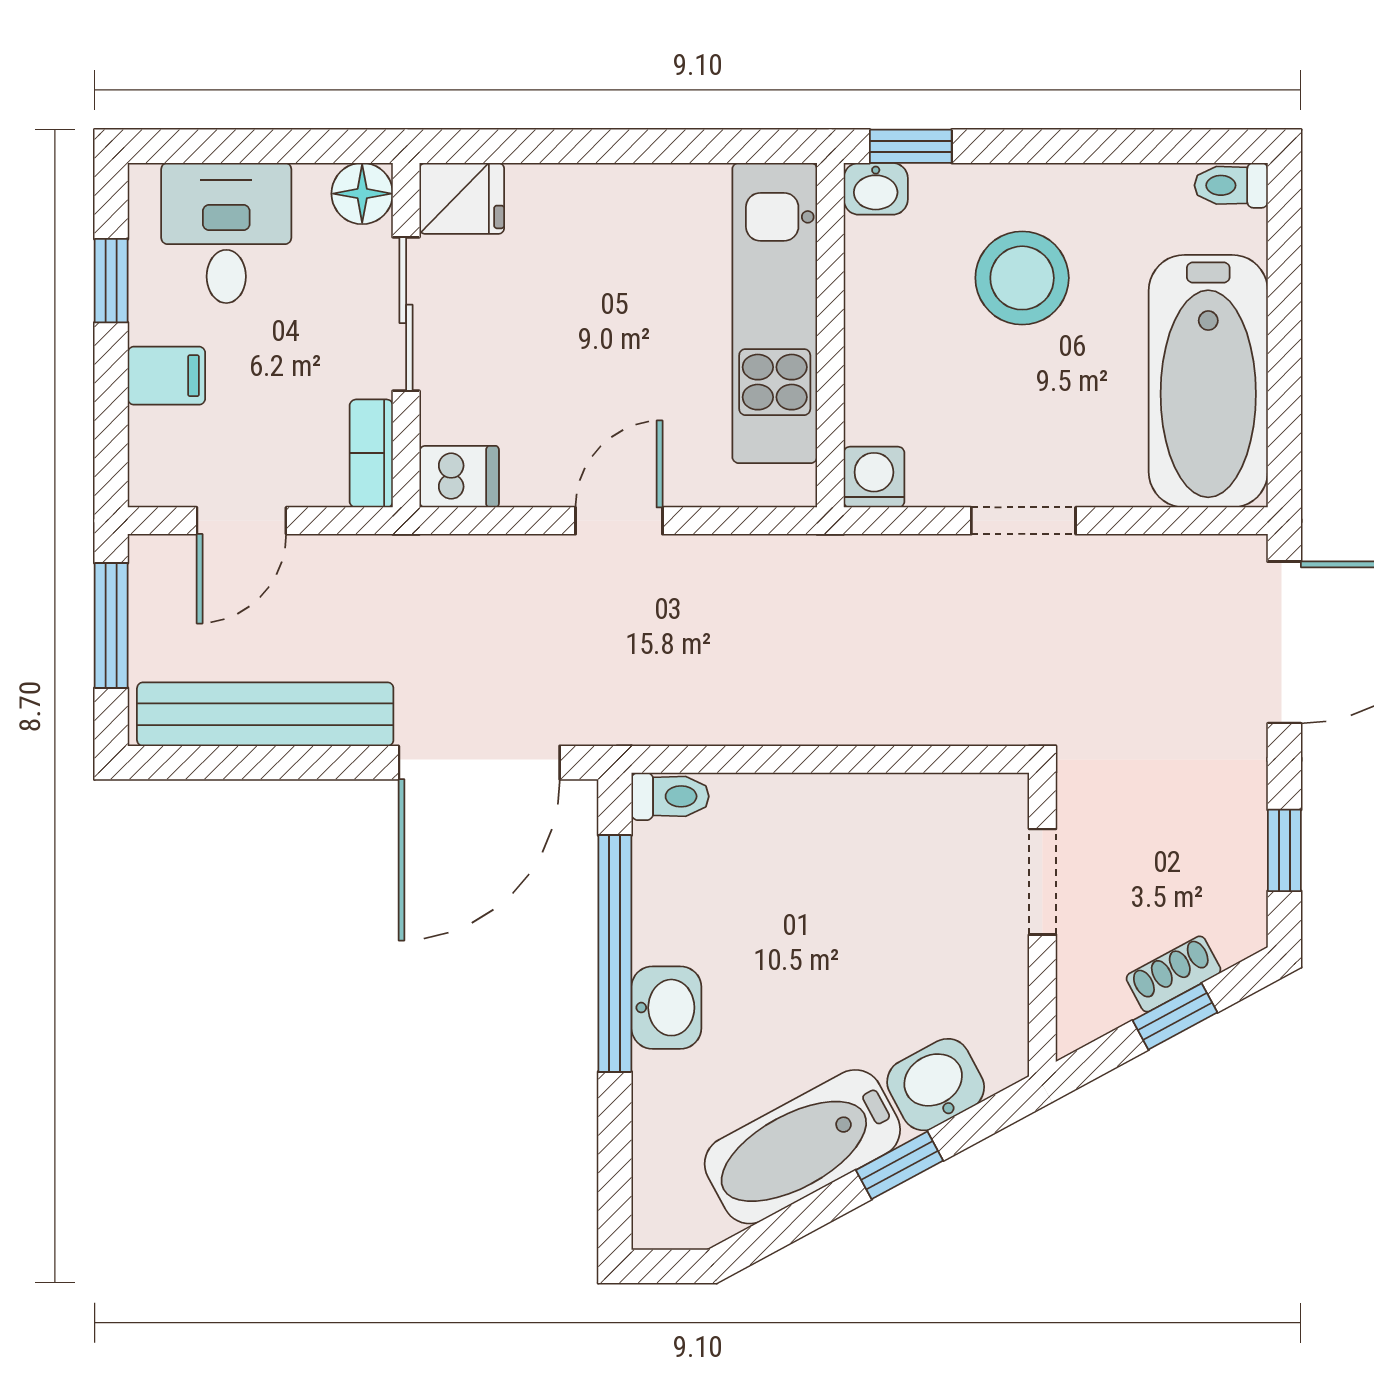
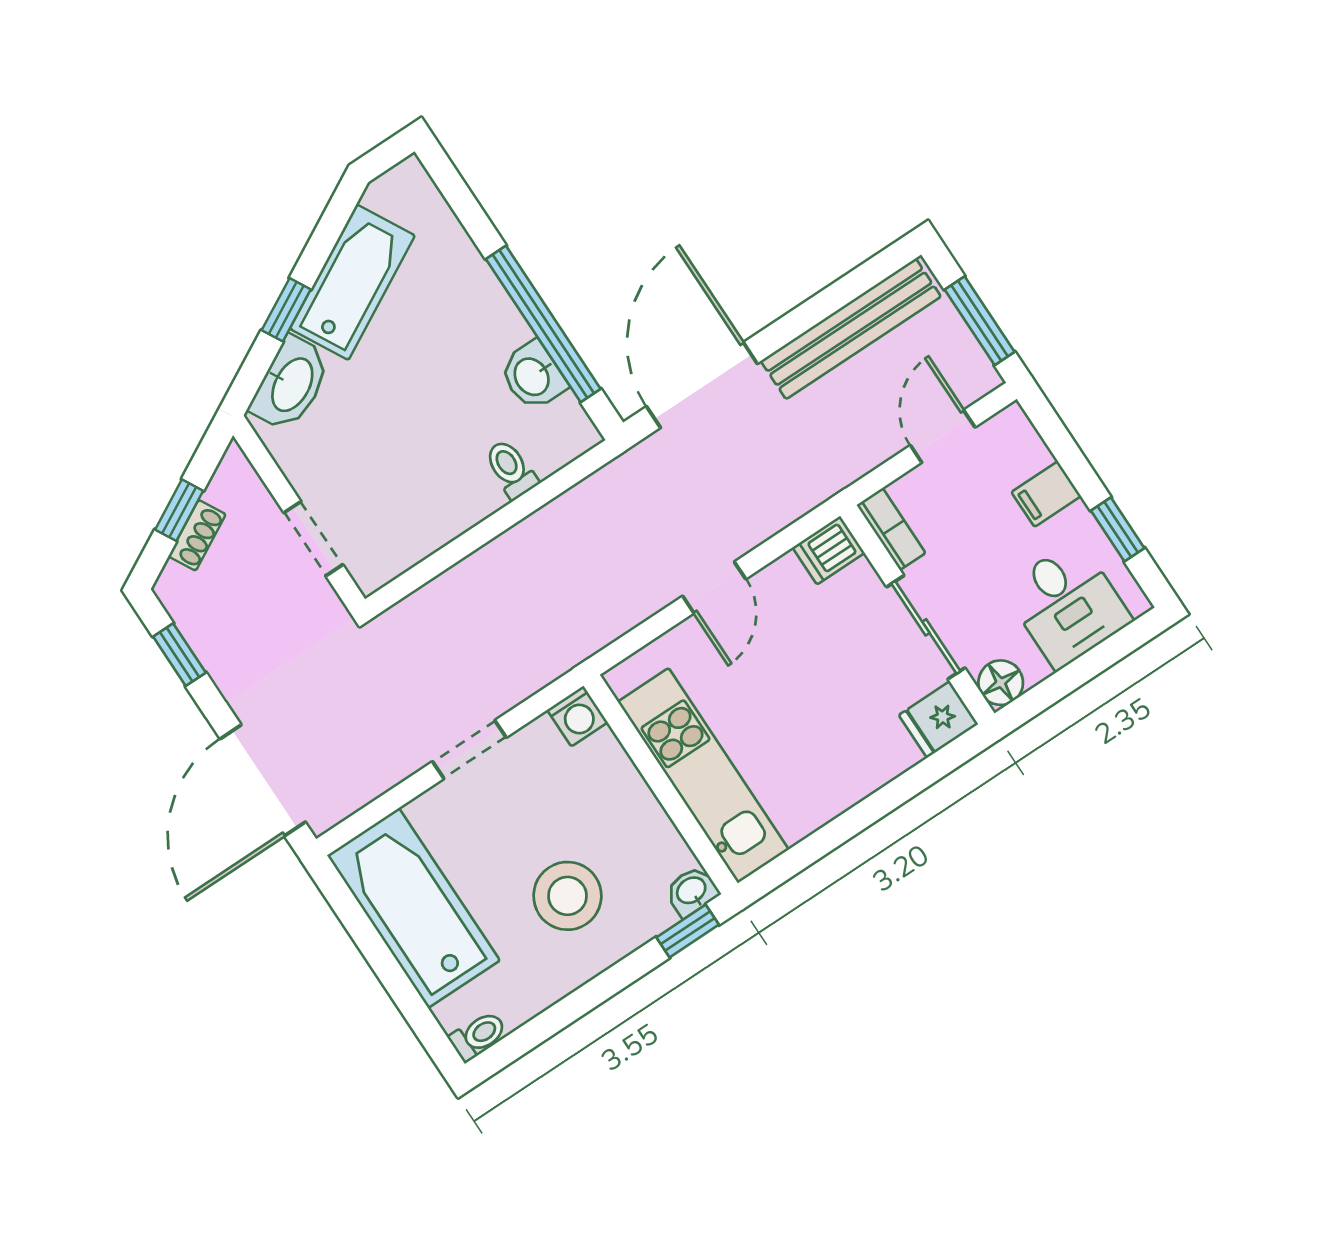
toilet: (670, 796) -> (511, 469), moved, turned 90
washbasin: (666, 1008) -> (533, 376), moved
washbasin: (936, 1085) -> (291, 384), width x1.38

